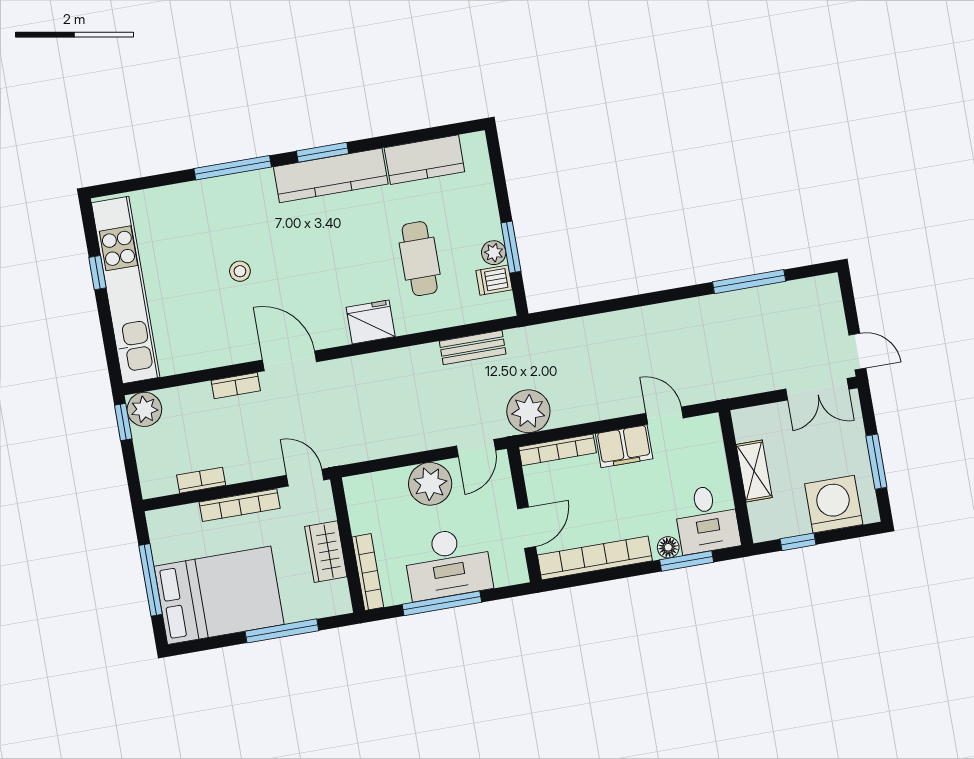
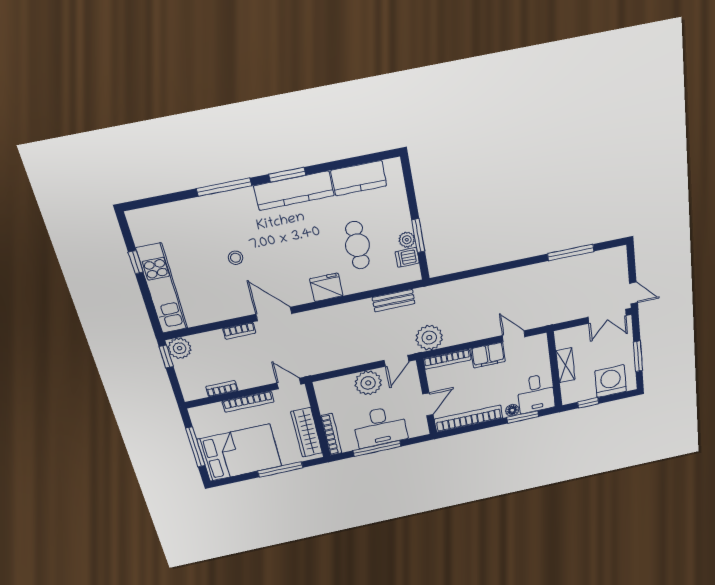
kitchen unit: (126, 290) -> (162, 289), width x0.73
wardrobe: (326, 552) -> (307, 432), width x1.50

